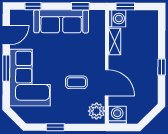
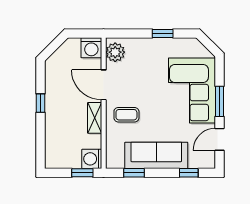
shelving: (115, 42) -> (95, 118), moved
coffee table: (76, 82) -> (126, 115), moved

